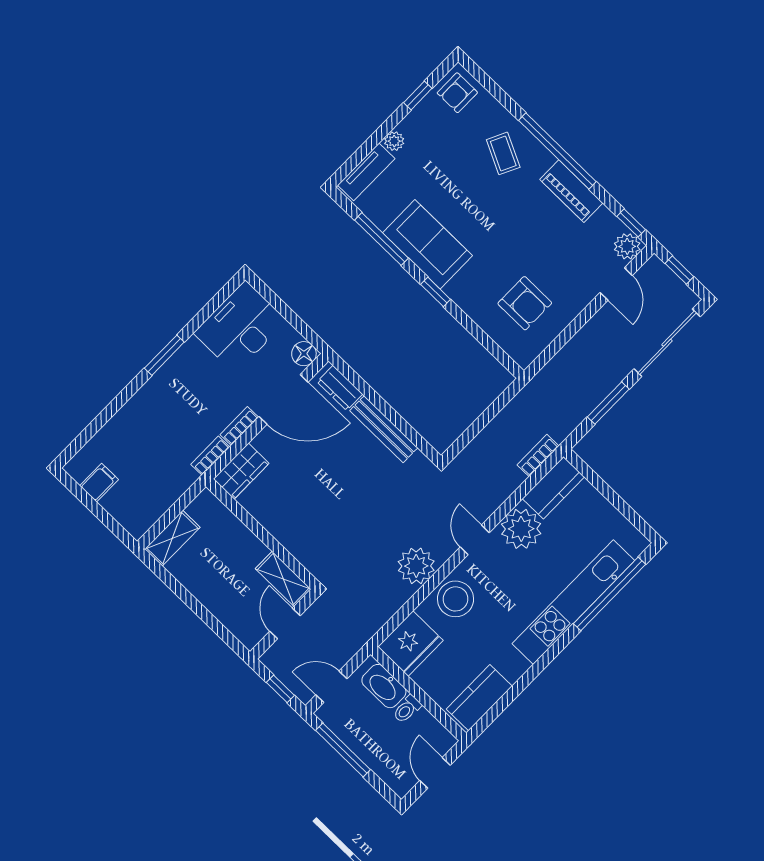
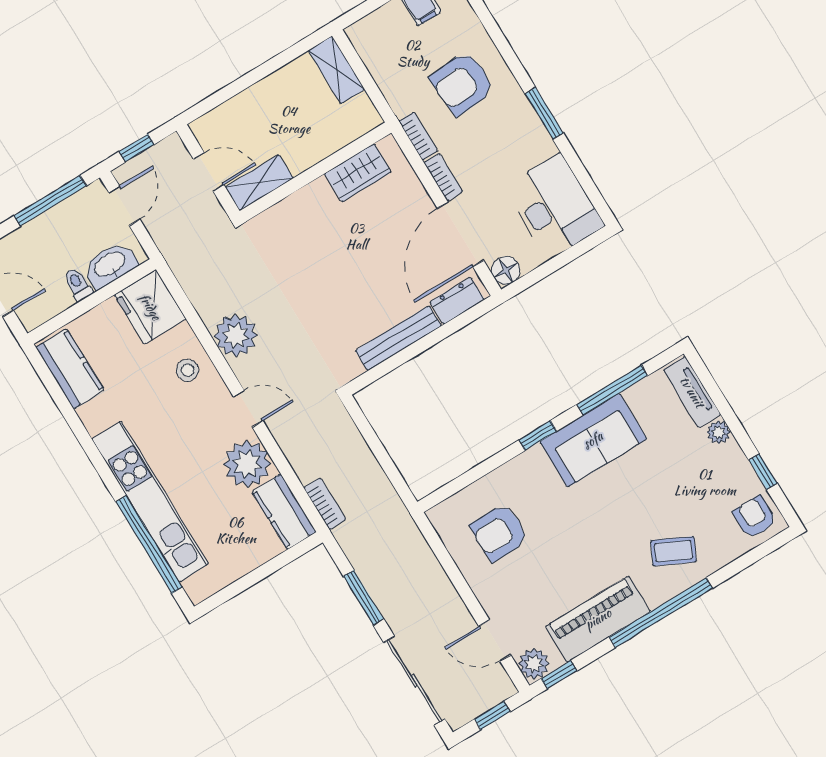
piano: (571, 191) -> (598, 619), width x1.37, depth x1.33
armchair: (157, 430) -> (462, 83), added
wardrobe: (241, 471) -> (358, 173), moved, turned -90
stool: (455, 599) -> (187, 370), width x0.53, depth x0.53

